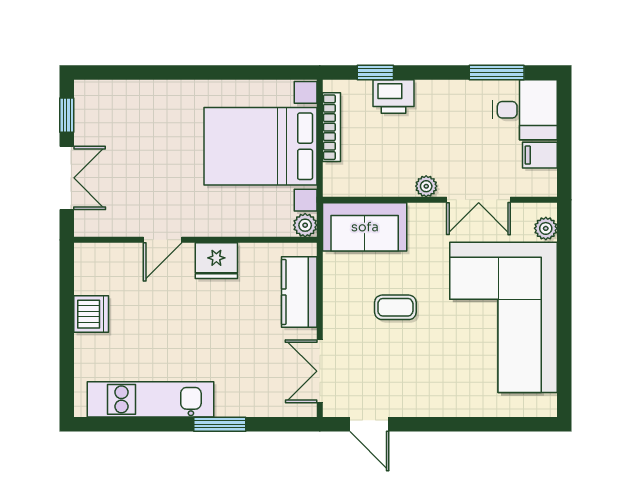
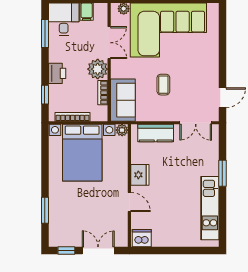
window: (146, 73) -> (45, 210), added
printer: (393, 96) -> (57, 73), moved
plant: (426, 186) -> (98, 69), width x1.87, depth x1.87
bookcase: (379, 187) -> (103, 93), added
dishwasher: (91, 314) -> (142, 238), moved

